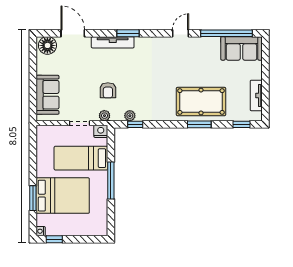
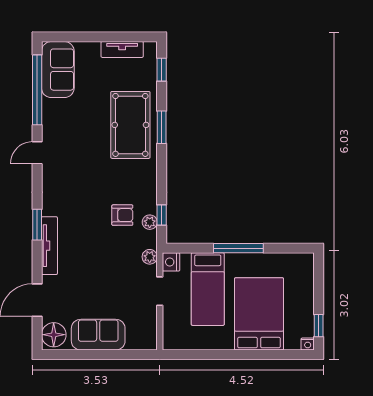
door: (181, 33) -> (37, 153), hinge flipped
armchair: (108, 90) -> (122, 215), moved
sofa: (48, 95) -> (98, 335), moved
window: (33, 198) -> (262, 355), removed

